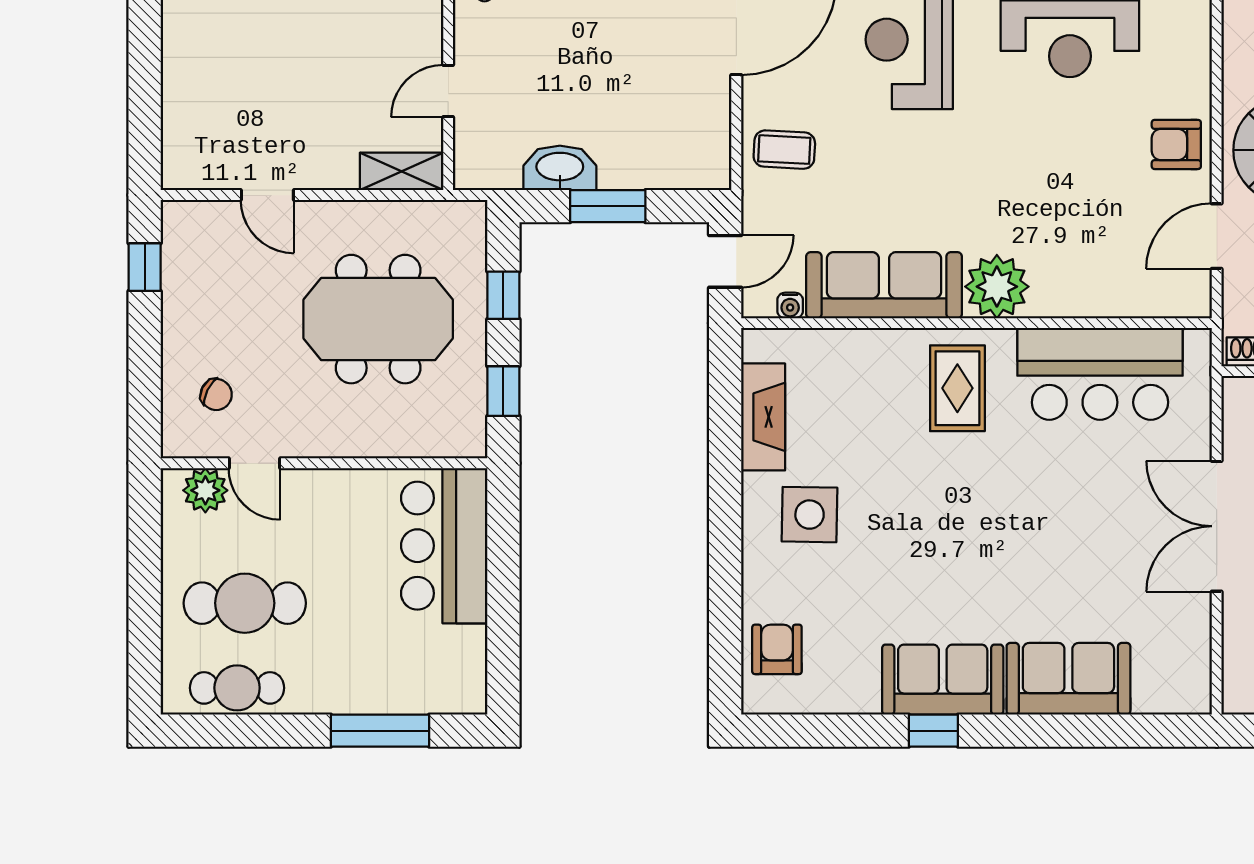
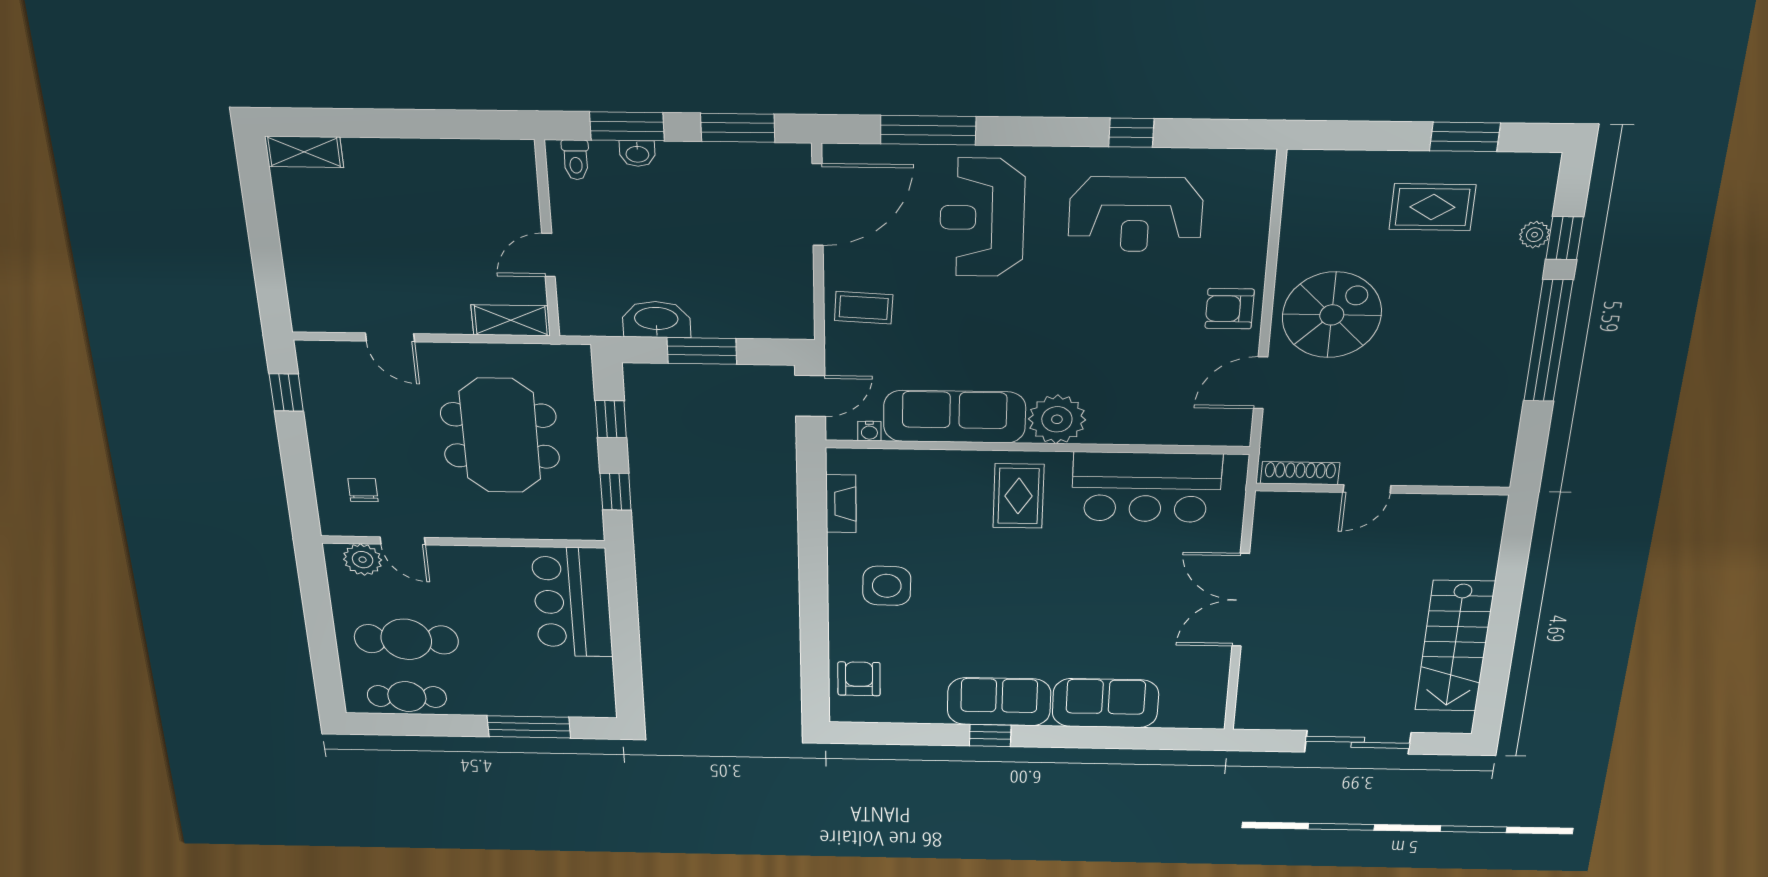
meeting table: (378, 319) -> (500, 436), turned 90
chair: (216, 395) -> (363, 490), turned -116
fireplace: (763, 417) -> (841, 504), width x0.73, depth x0.76

